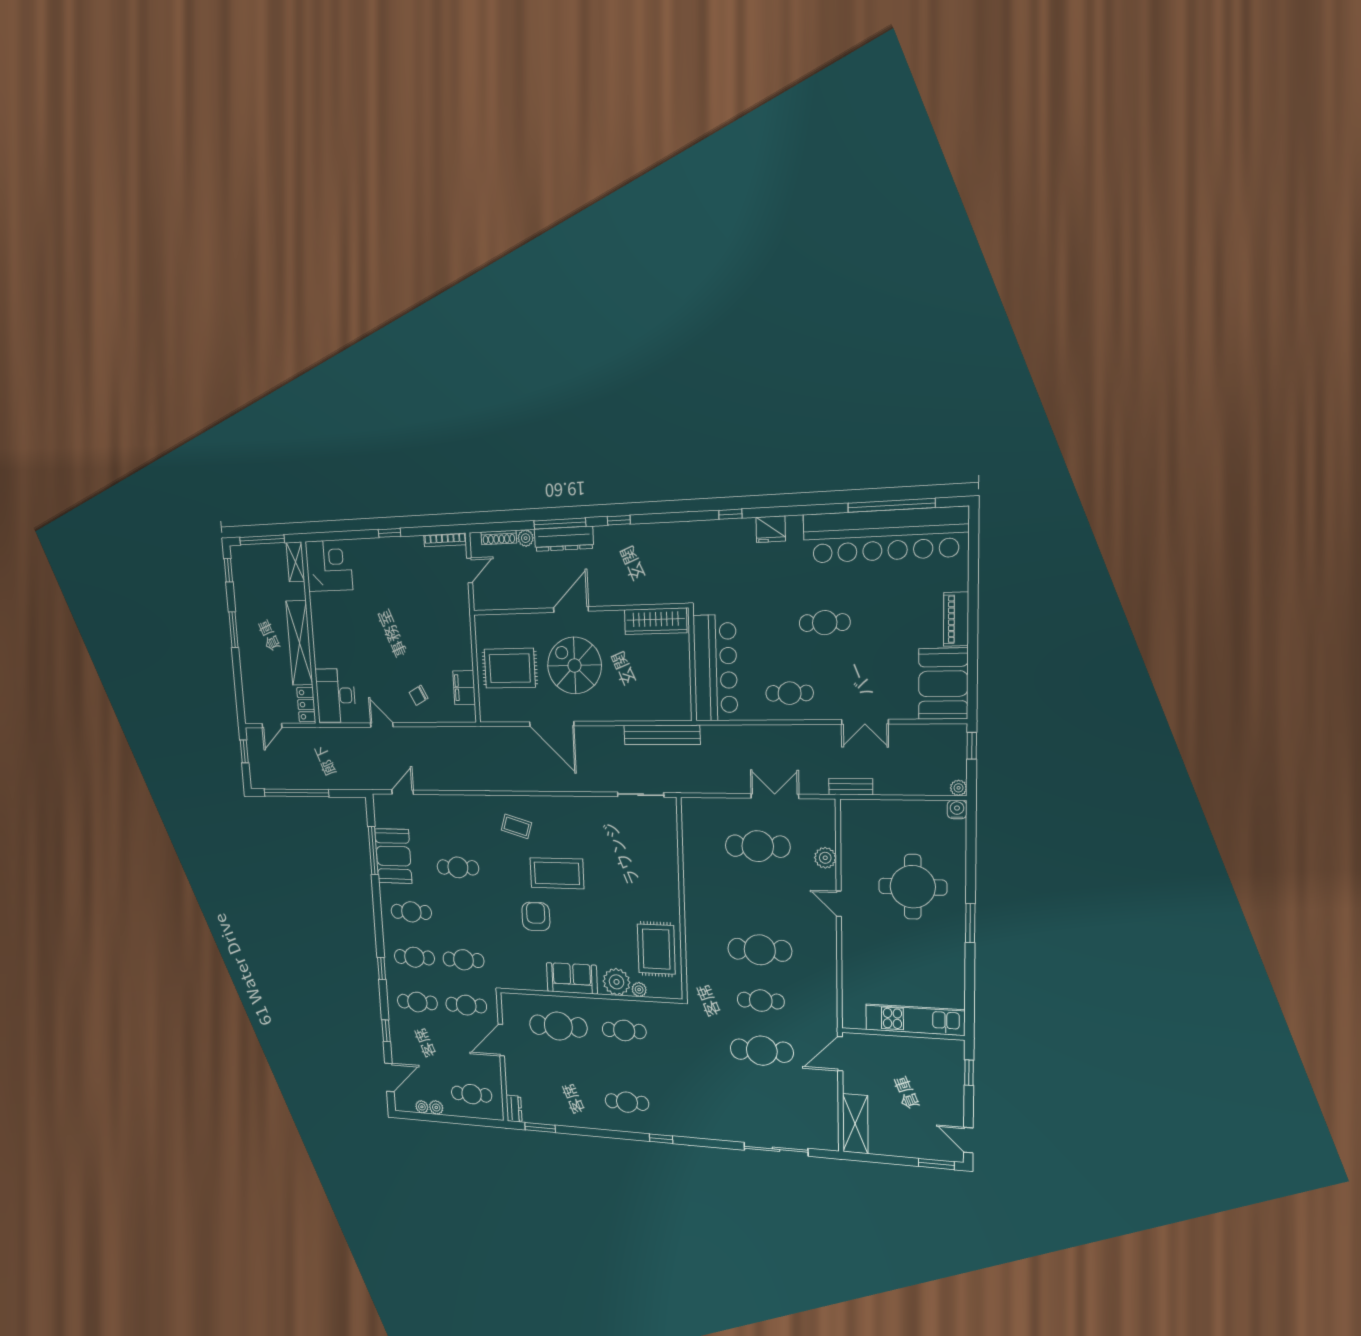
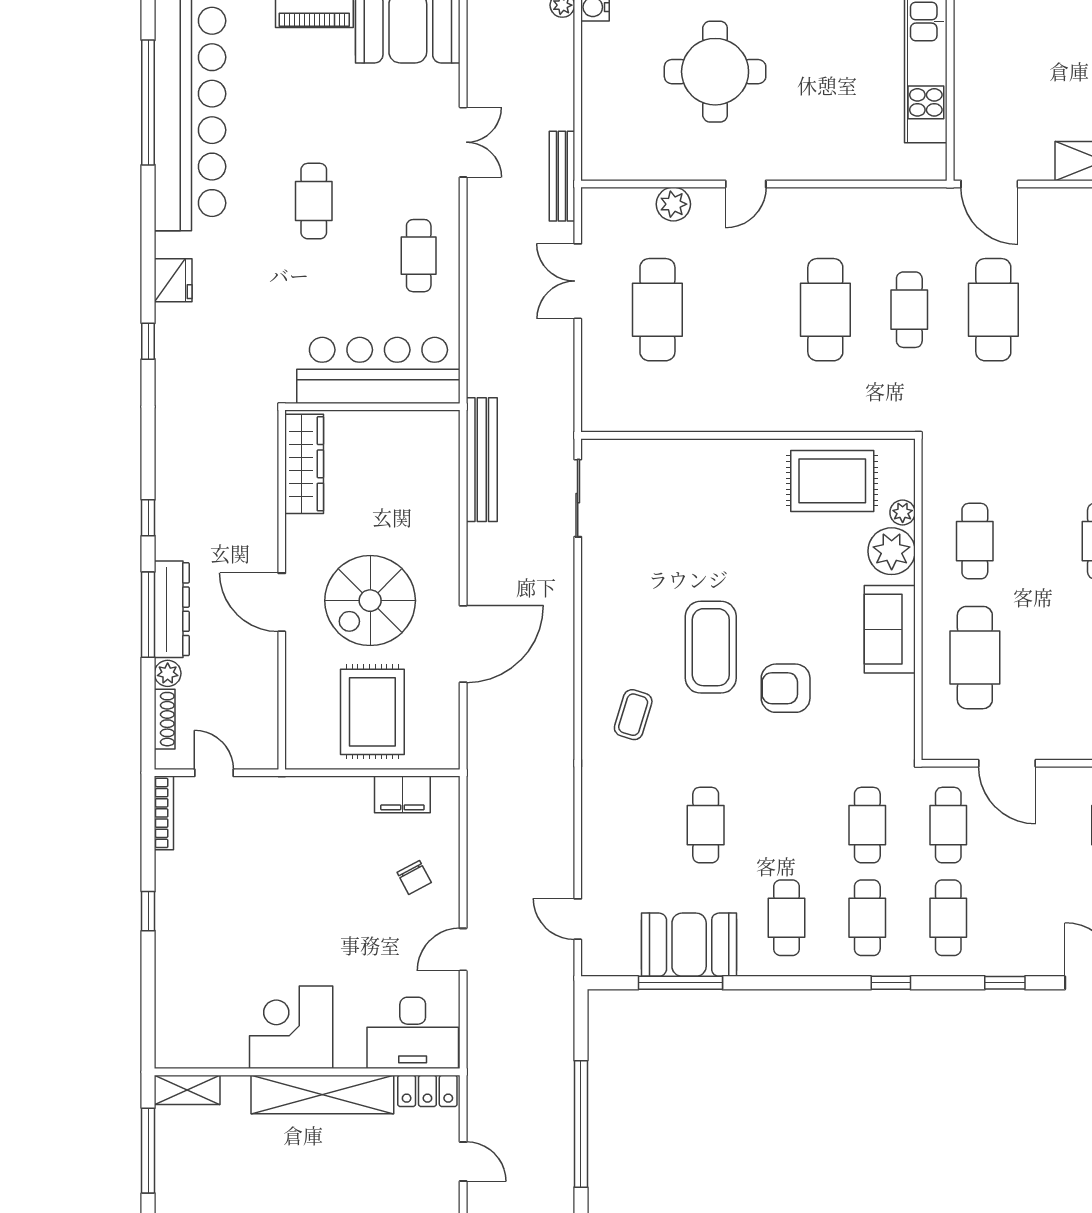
corner desk: (329, 566) -> (291, 1027), moved
bench: (851, 787) -> (562, 176), width x1.36

